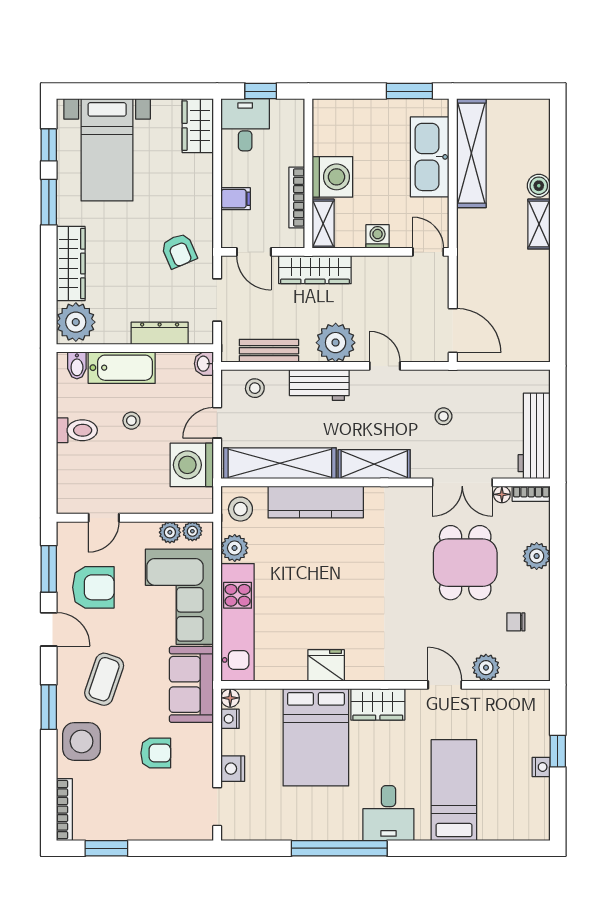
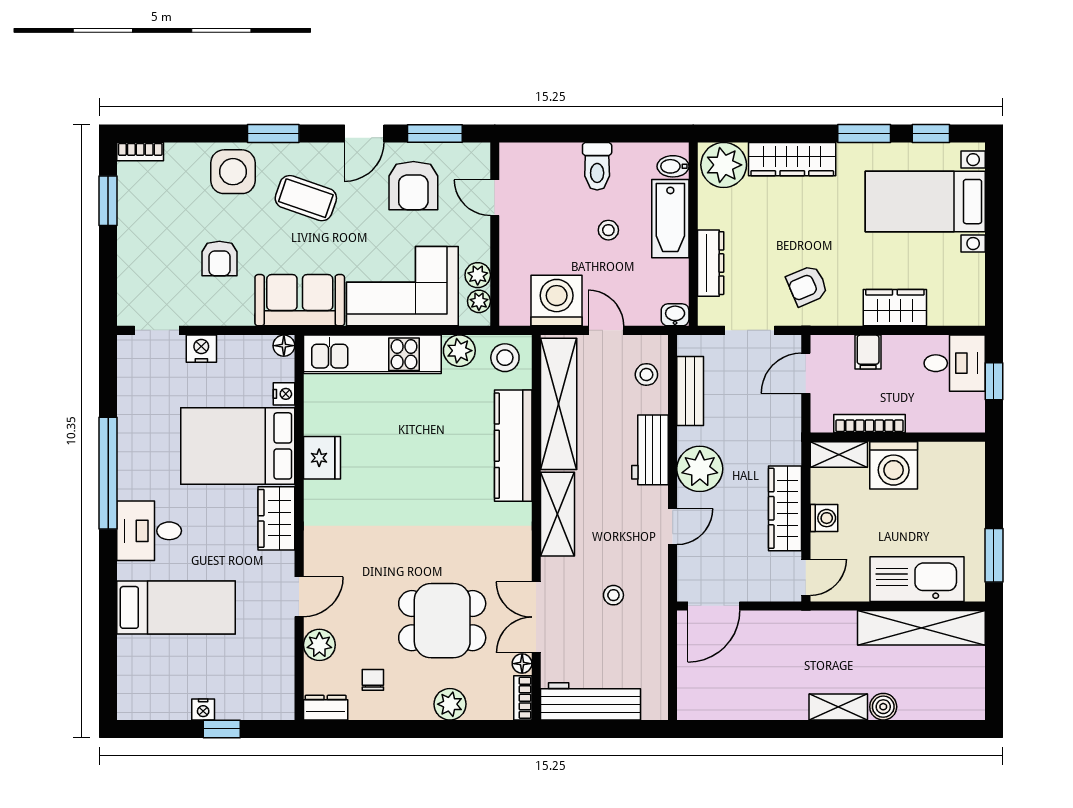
wardrobe: (198, 126) -> (895, 308), moved
wardrobe: (315, 270) -> (785, 508), moved
dresser: (540, 662) -> (326, 708), added
nightstand: (230, 719) -> (284, 394), moved, turned 90
bookcase: (64, 810) -> (140, 152), width x0.64

